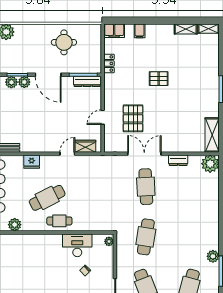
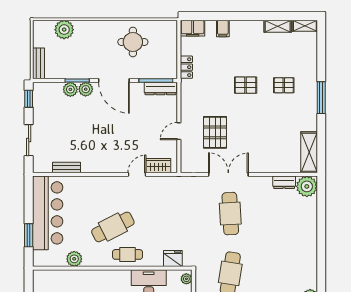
pallet: (191, 79) -> (284, 85), added
dresser: (178, 160) -> (284, 182), moved
fridge: (32, 162) -> (173, 259), moved, turned 180

